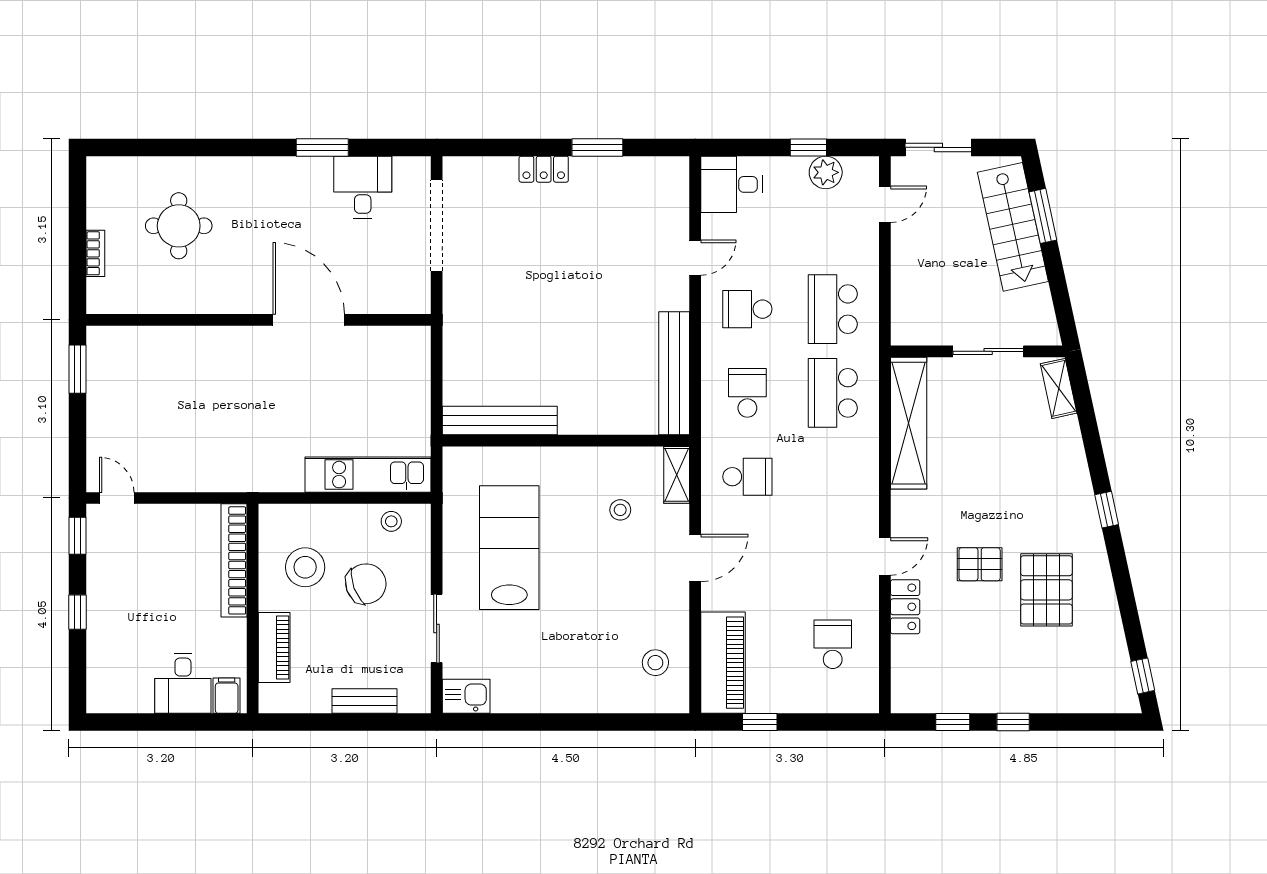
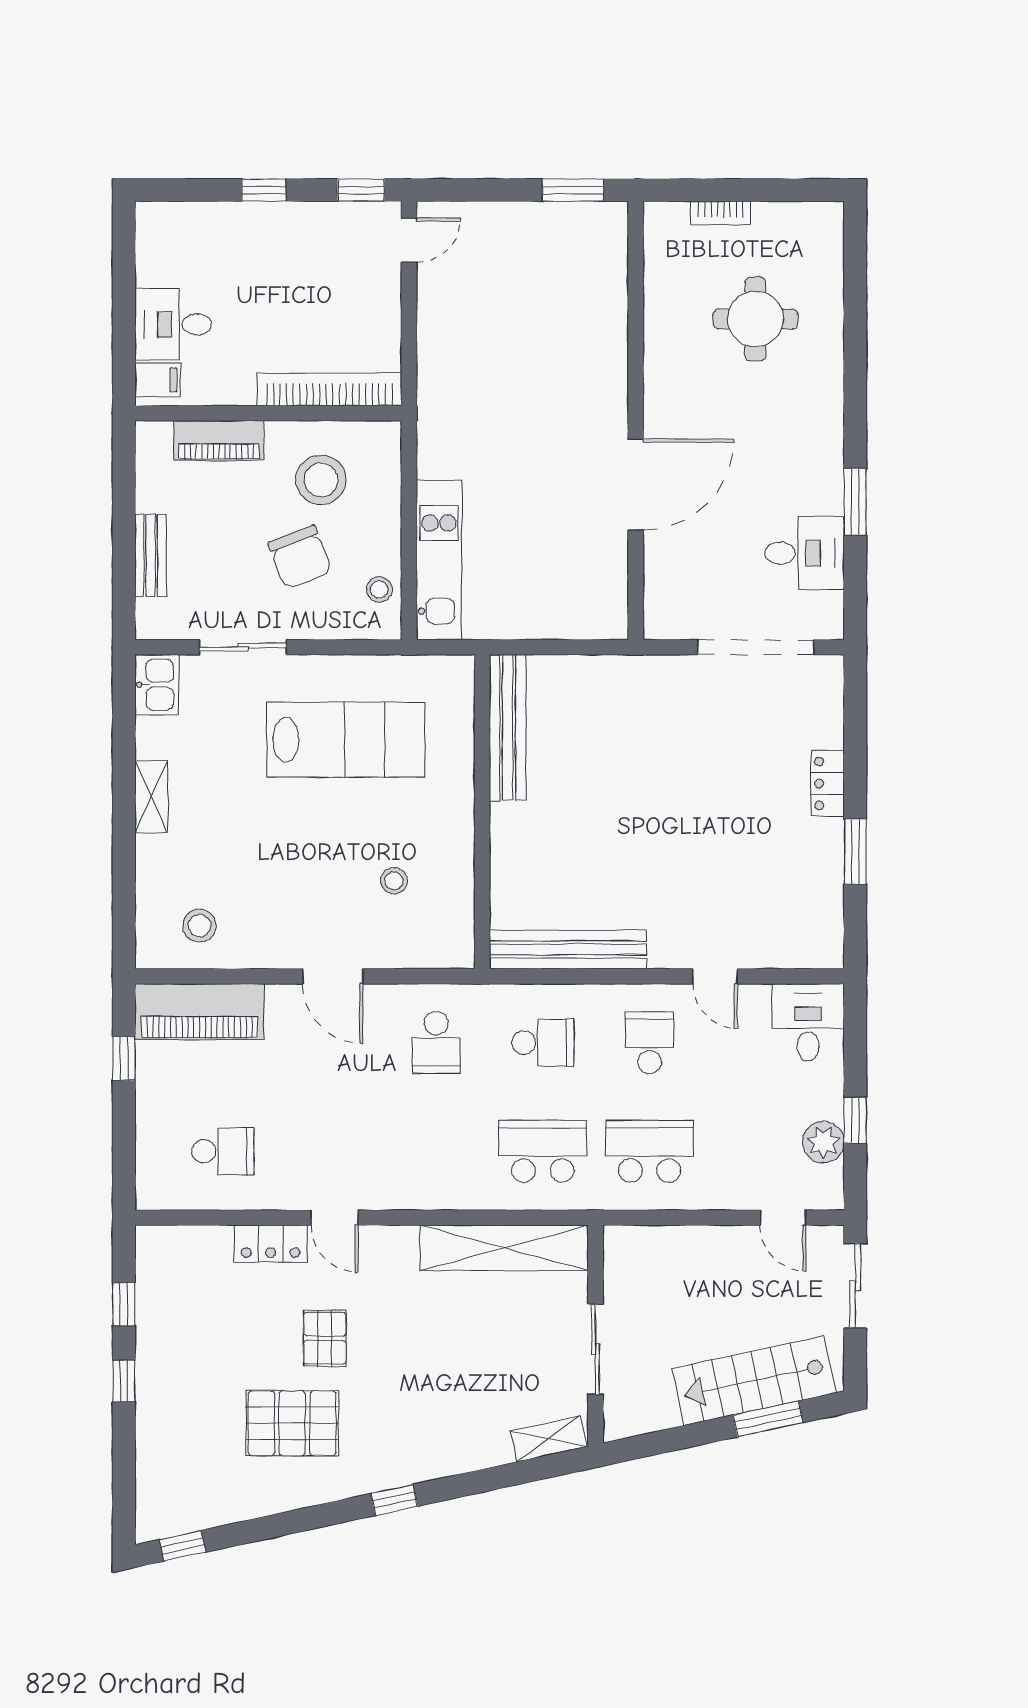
shelving: (677, 475) -> (151, 797), moved, turned 90

